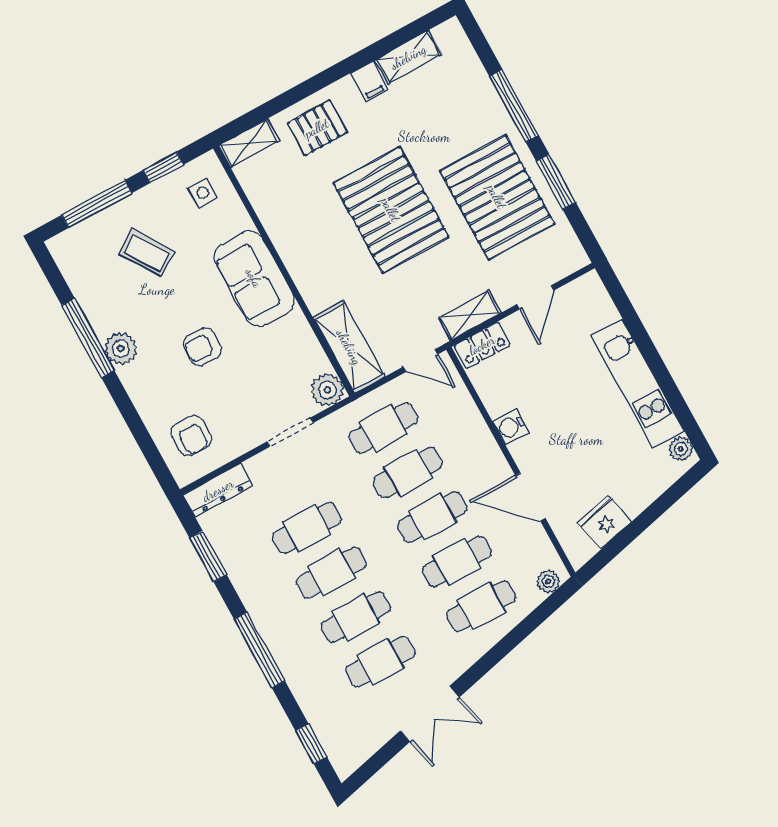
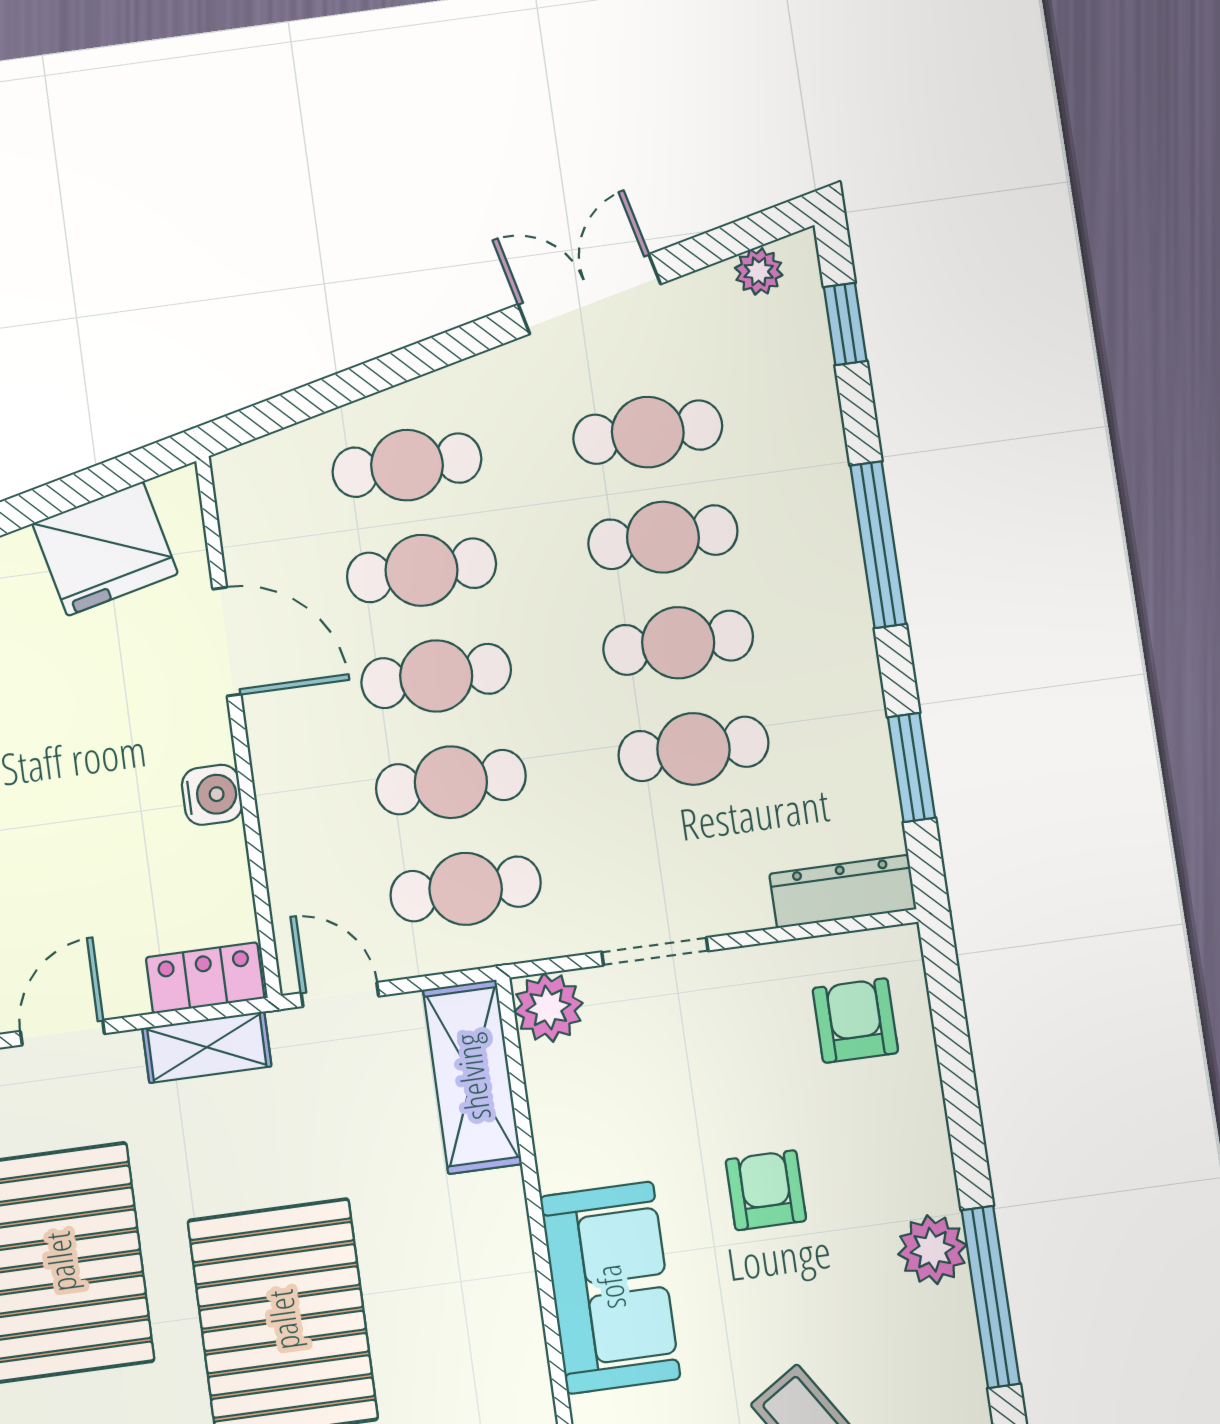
armchair: (203, 347) -> (766, 1190), turned -93
fridge: (605, 522) -> (105, 549), width x1.36, depth x1.34
plant: (548, 581) -> (759, 271), moved

